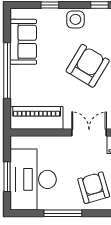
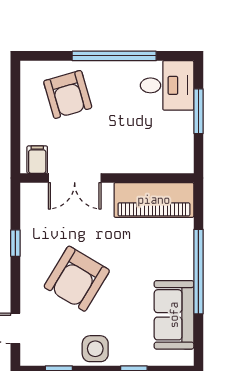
desk: (33, 179) -> (167, 85), width x0.53, depth x0.77
window: (63, 213) -> (114, 56), width x1.46

